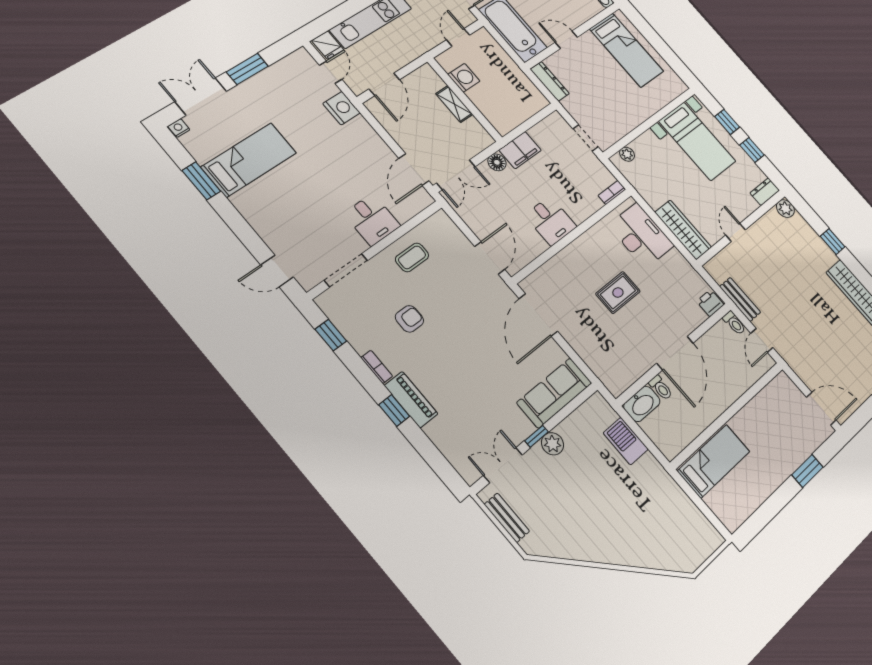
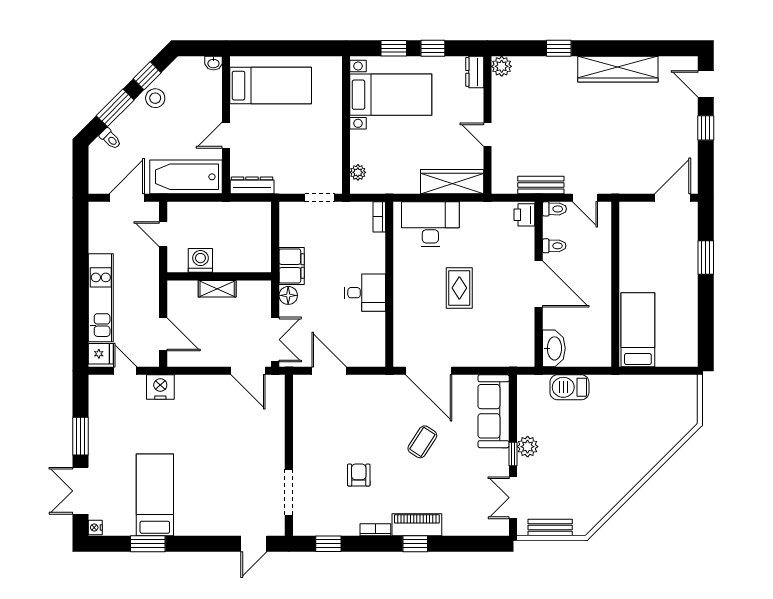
desk: (372, 220) -> (265, 439), removed
coffee table: (412, 257) -> (422, 442), moved, turned 33
door: (490, 258) -> (329, 371), moved
toilet: (661, 388) -> (554, 246), moved

